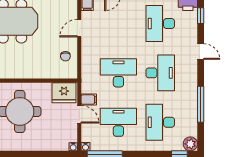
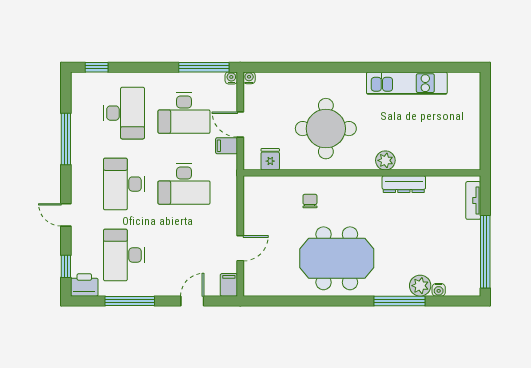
desk: (160, 23) -> (124, 255), turned 180
chair: (65, 56) -> (310, 201), moved
fridge: (64, 93) -> (270, 159), width x0.53, depth x0.75
plant: (190, 144) -> (81, 82), removed

